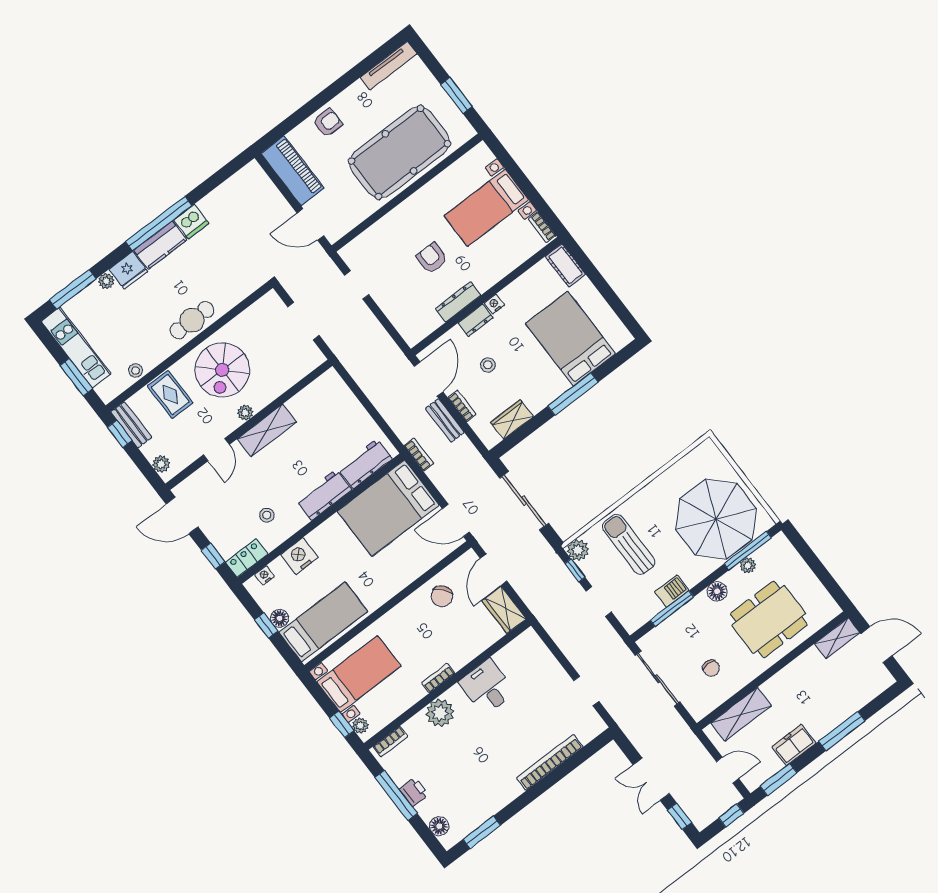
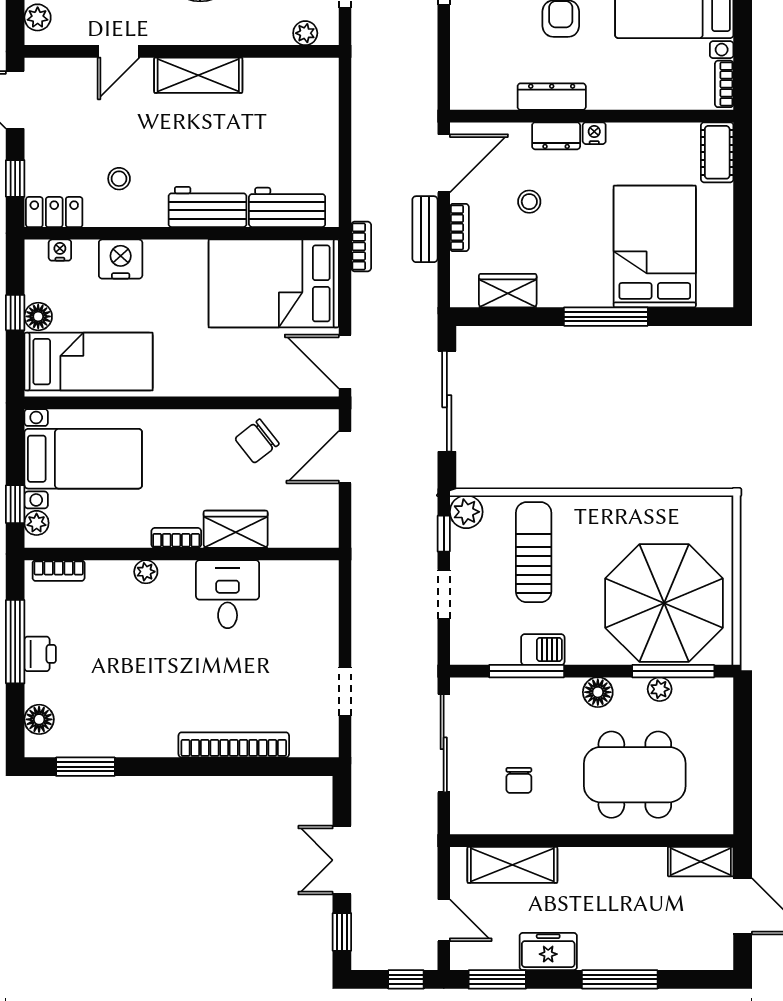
plant: (245, 413) -> (305, 33), moved
wardrobe: (504, 610) -> (236, 529), moved, turned 90
plant: (440, 713) -> (146, 572), width x0.53, depth x0.53

